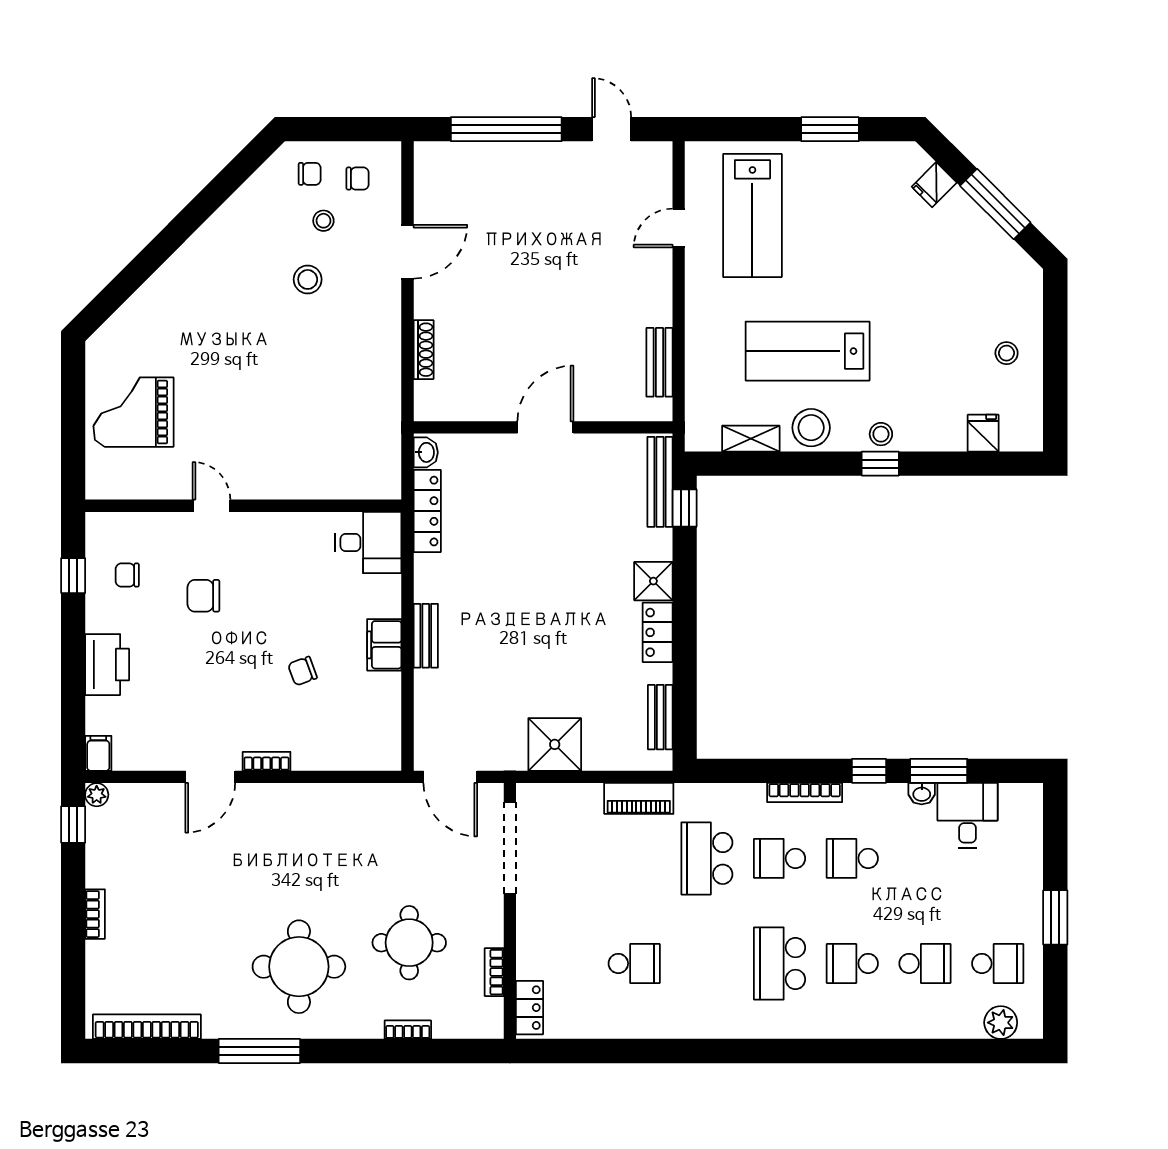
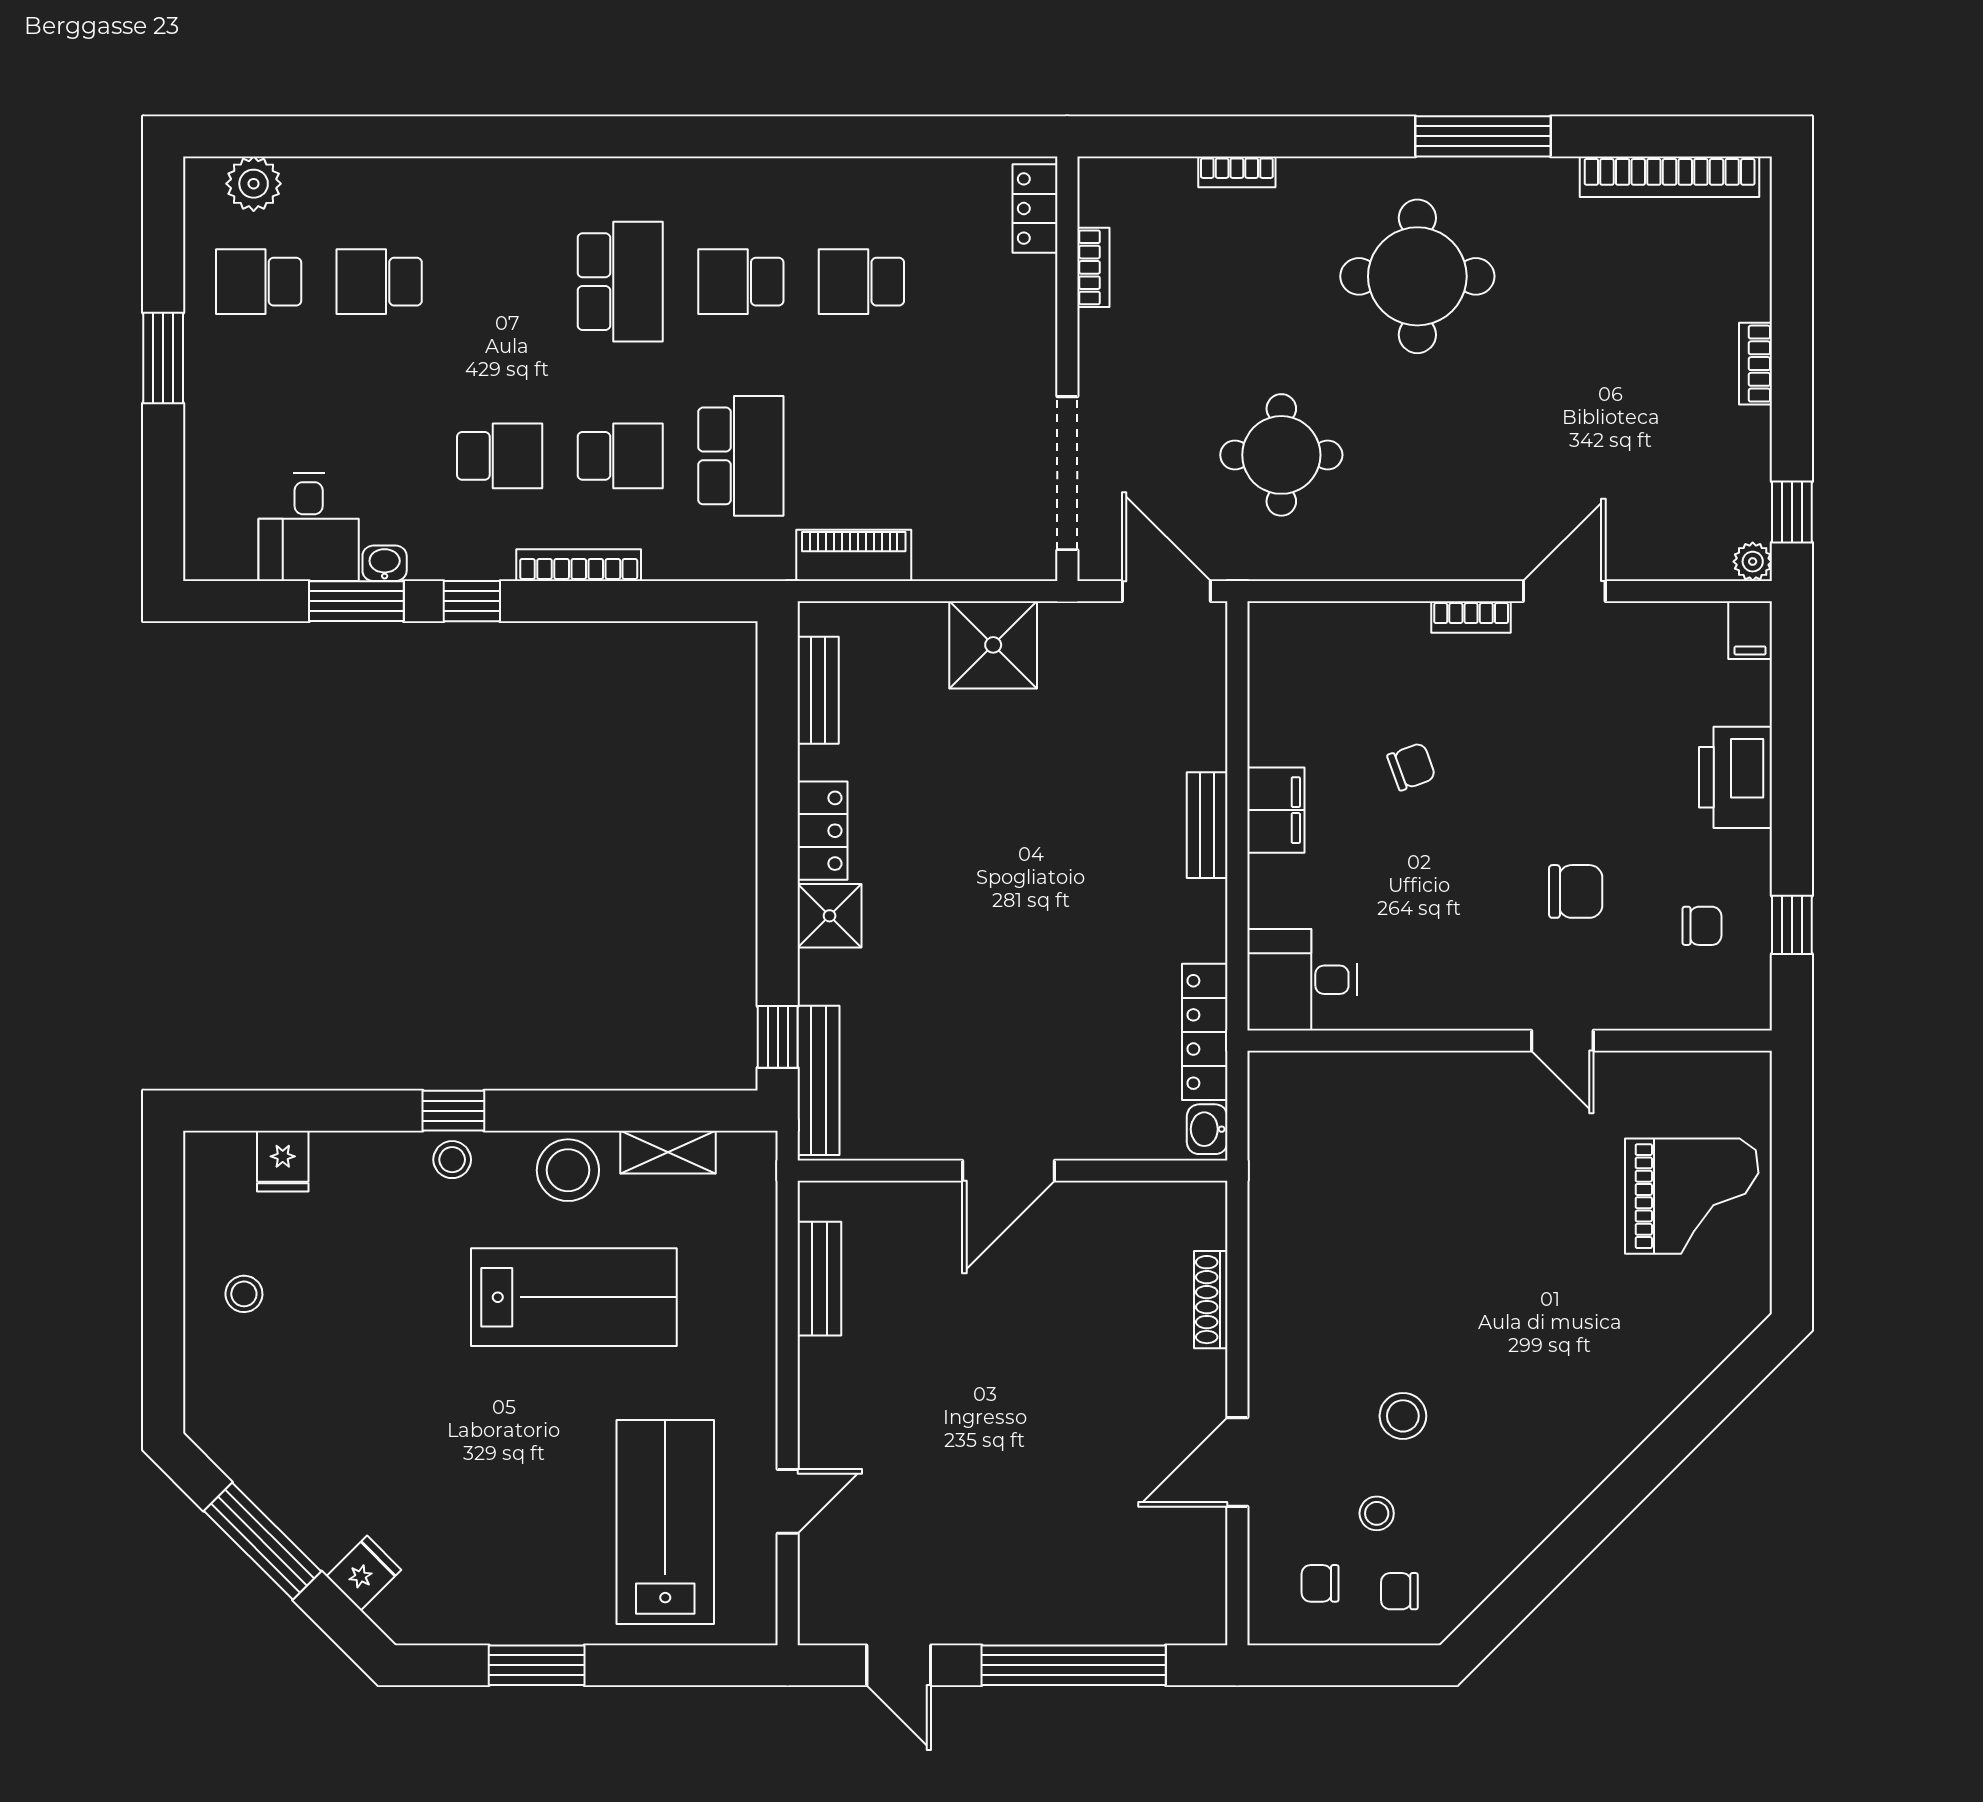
round table: (409, 943) -> (1281, 455), moved
school desk: (852, 963) -> (741, 282), moved, turned 180

